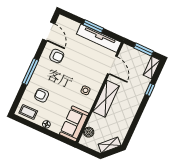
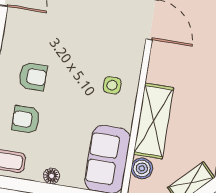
armchair: (57, 56) -> (33, 76), moved
shelving: (106, 99) -> (153, 121), moved

